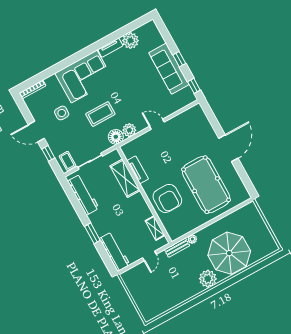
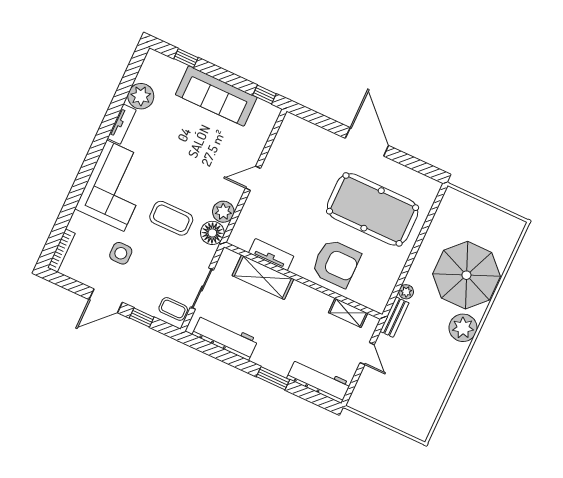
window: (179, 59) -> (186, 58), moved
coffee table: (100, 114) -> (171, 218), turned 90

